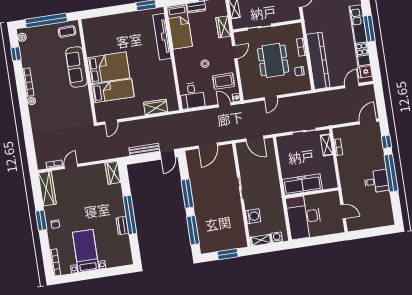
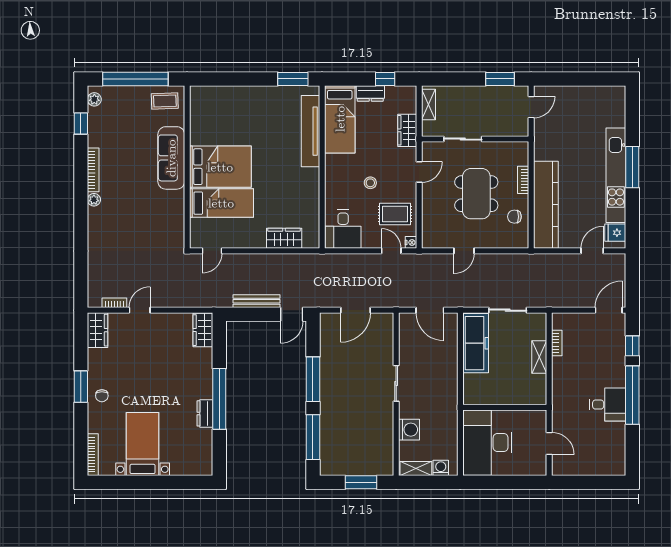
shelving: (327, 145) -> (539, 357), moved
freezer: (302, 184) -> (476, 343), moved, turned 90
wardrobe: (47, 189) -> (98, 330), width x0.67

